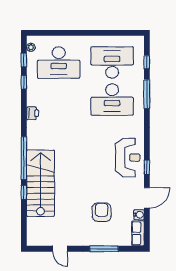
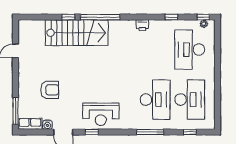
window: (24, 60) -> (203, 17), moved
window: (147, 94) -> (150, 132), moved
desk: (112, 100) -> (155, 100), turned 180
window: (104, 249) -> (15, 111), moved

